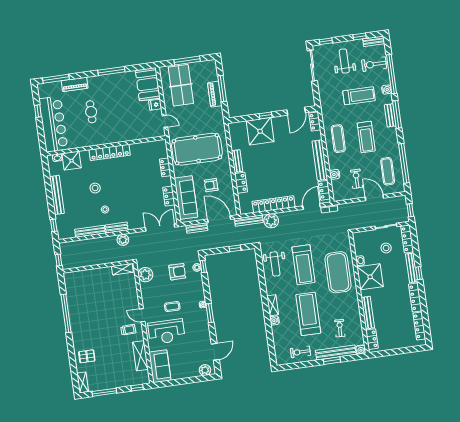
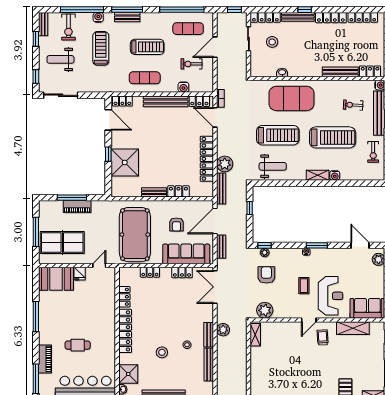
locker: (140, 148) -> (124, 297), added
shower: (370, 277) -> (301, 64), removed
treadmill: (308, 314) -> (333, 137), turned 180

